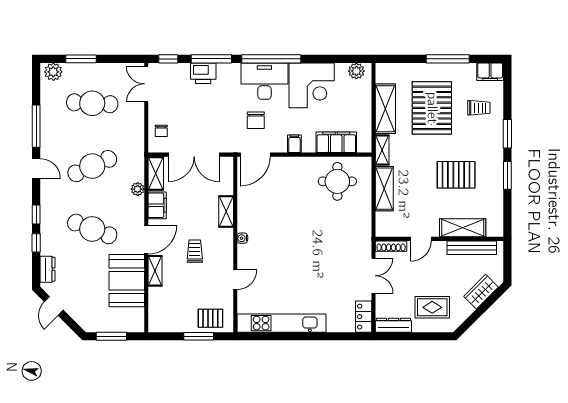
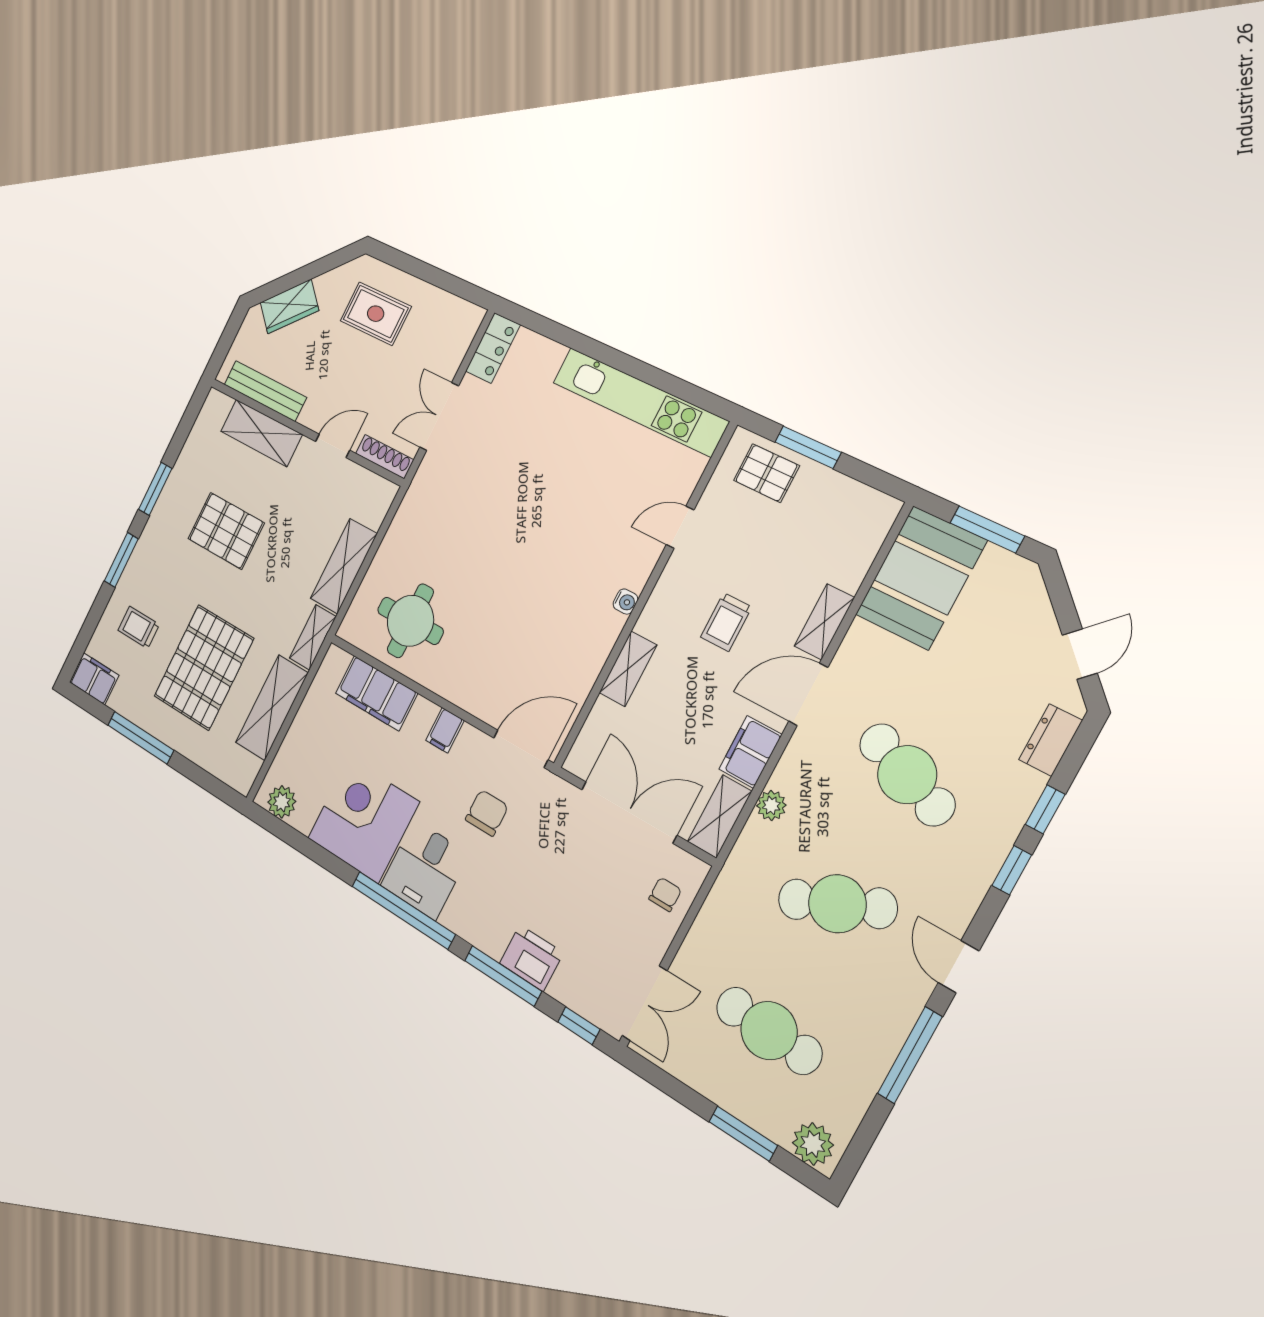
desk: (264, 81) -> (425, 870), width x0.73
booth: (127, 281) -> (921, 578), moved
dresser: (393, 325) -> (453, 309), removed

